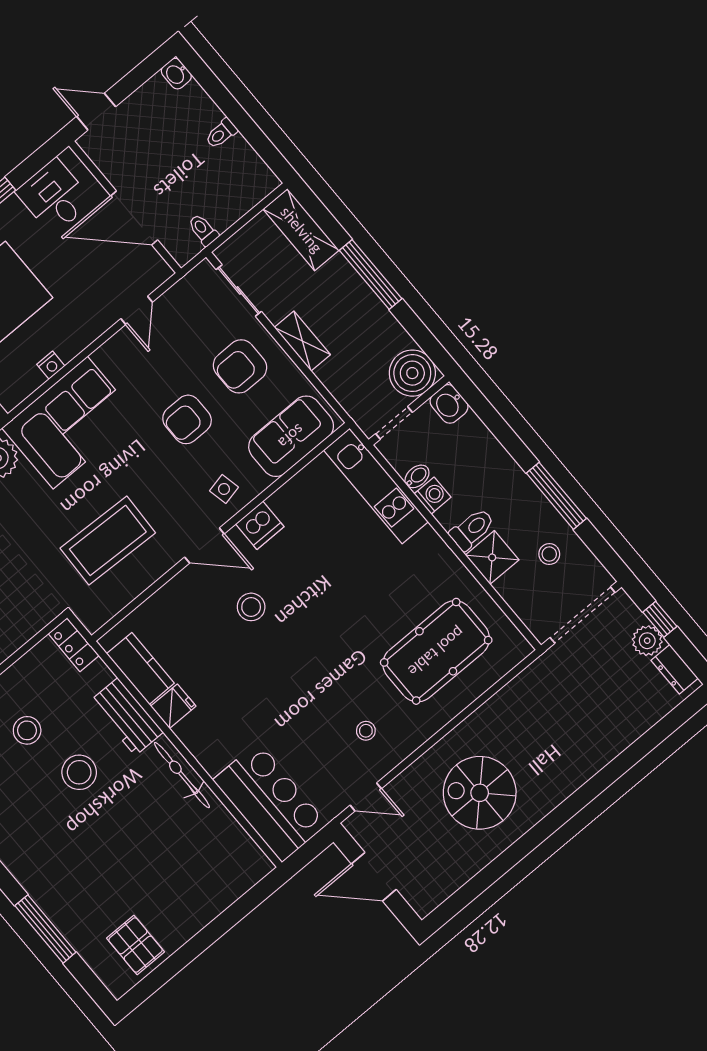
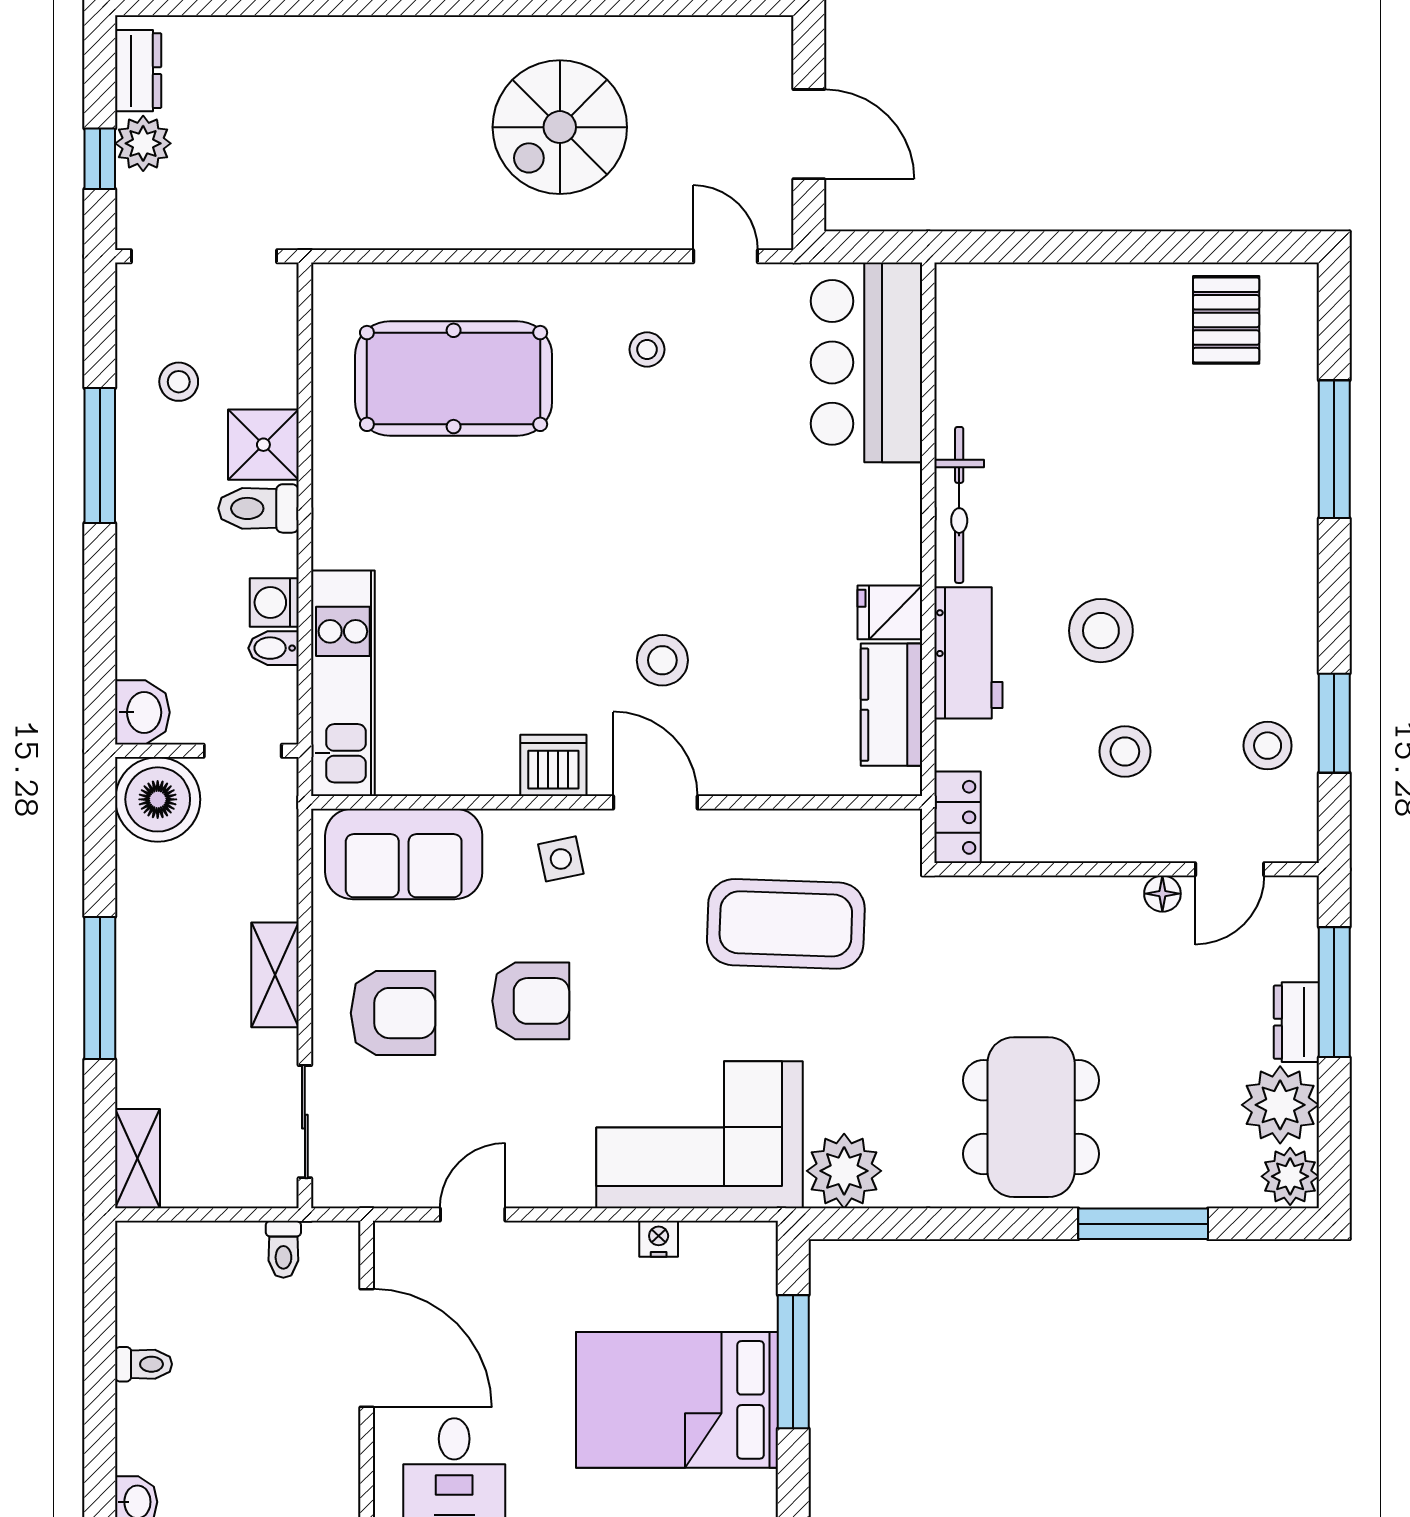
shelving: (301, 230) -> (138, 1158), width x0.67, depth x0.75
spiral stairs: (480, 793) -> (560, 127), turned 90

